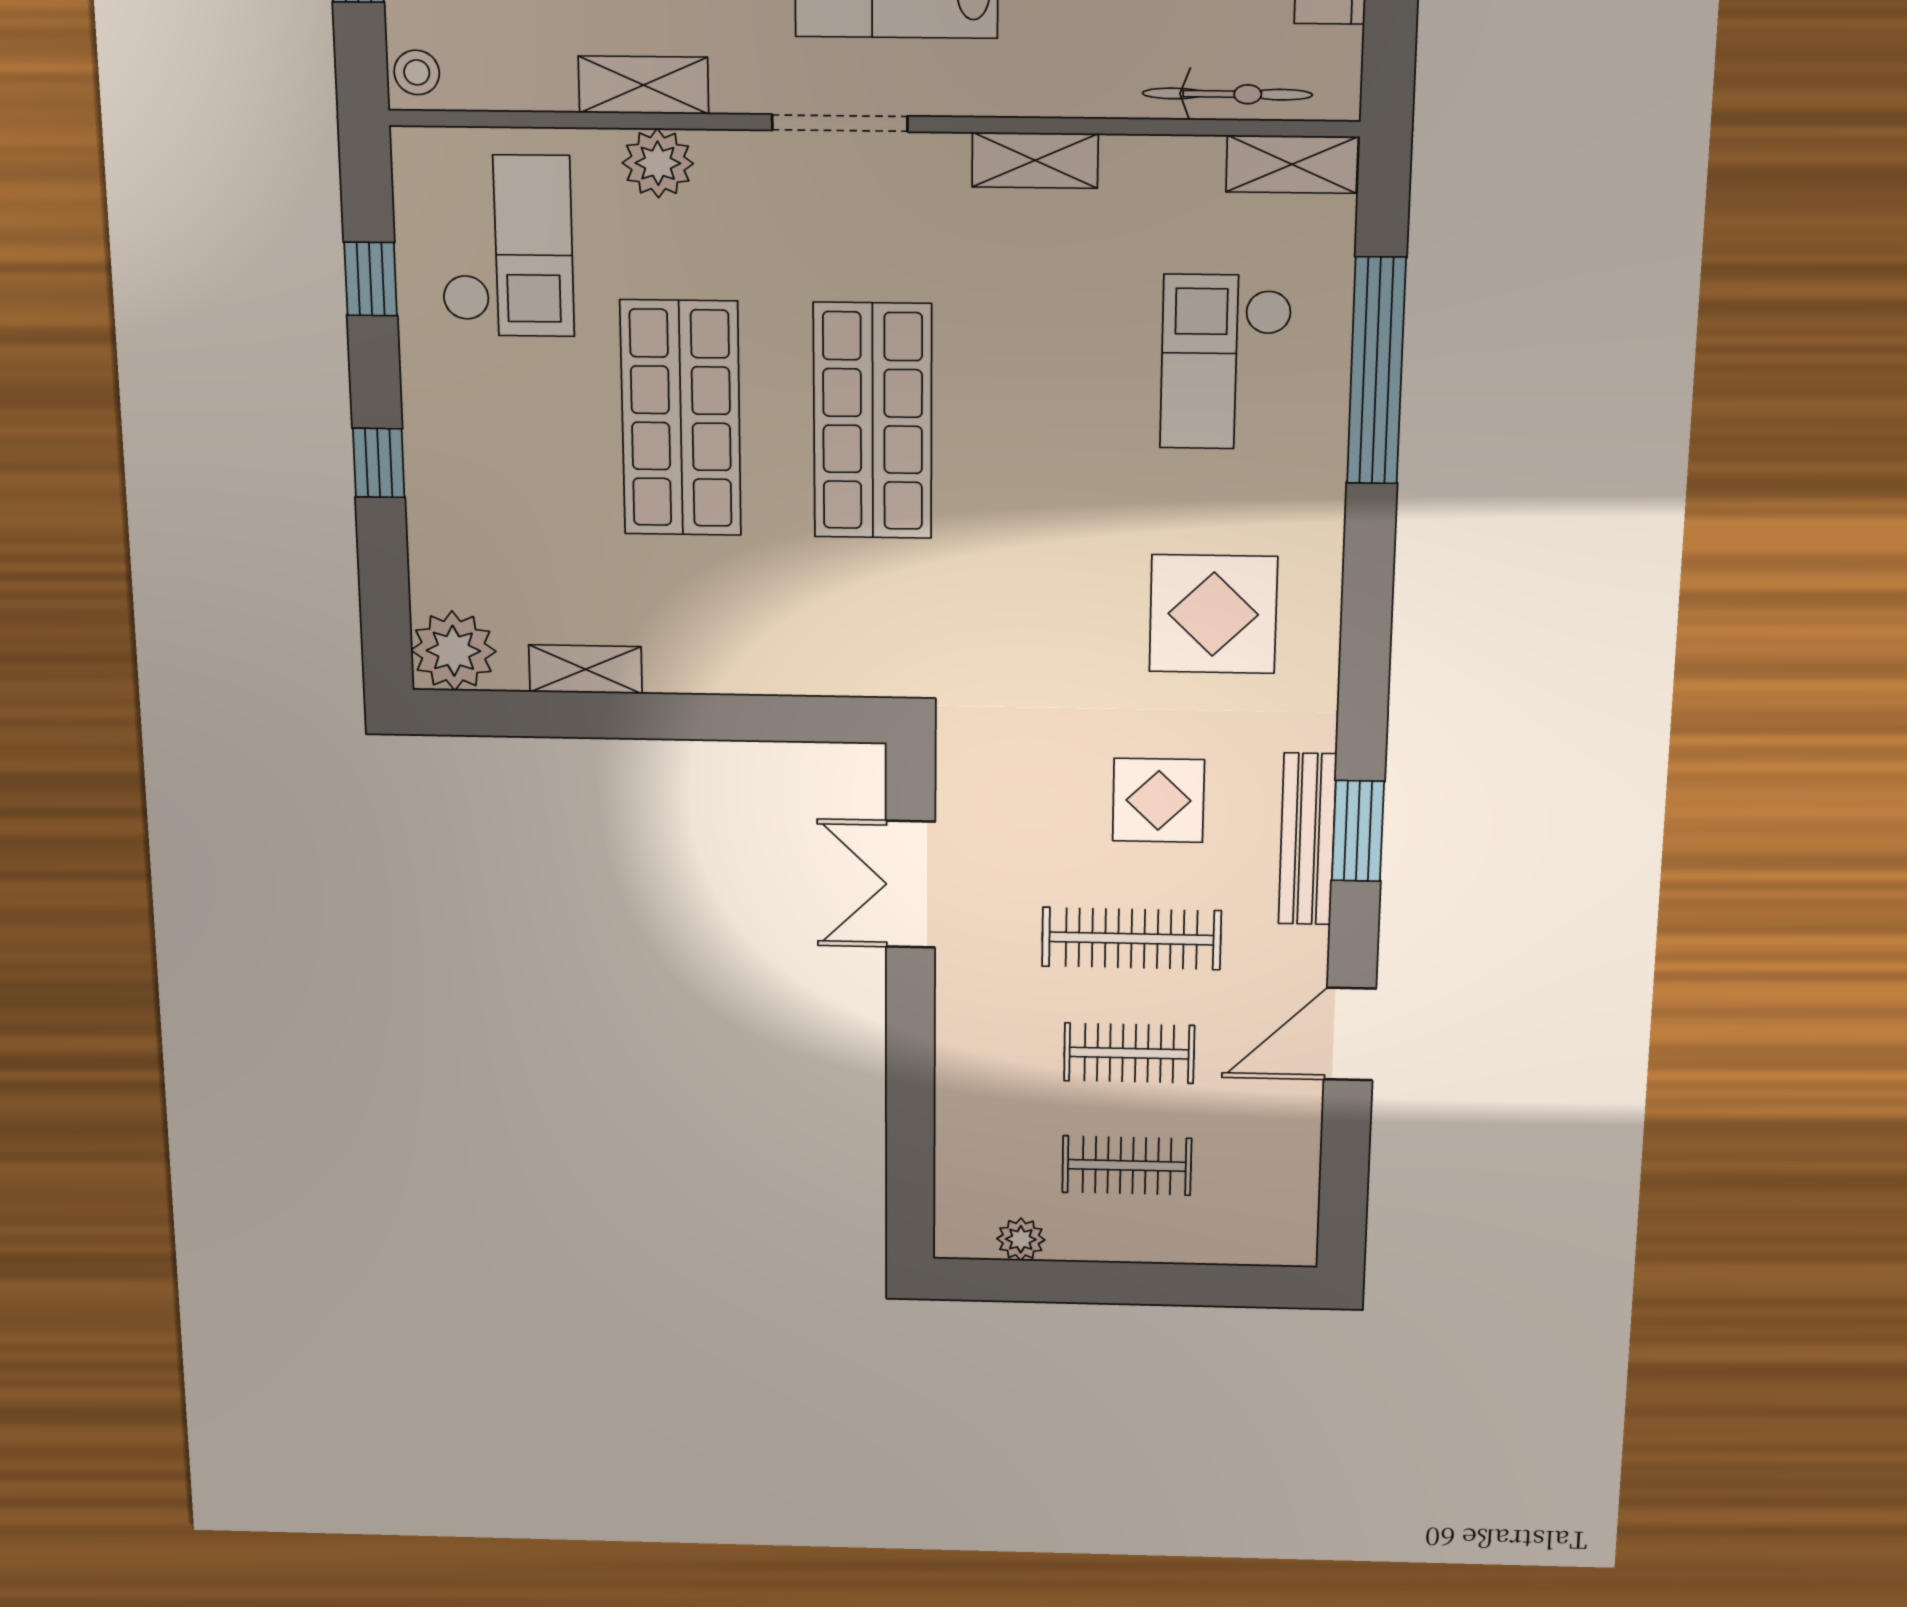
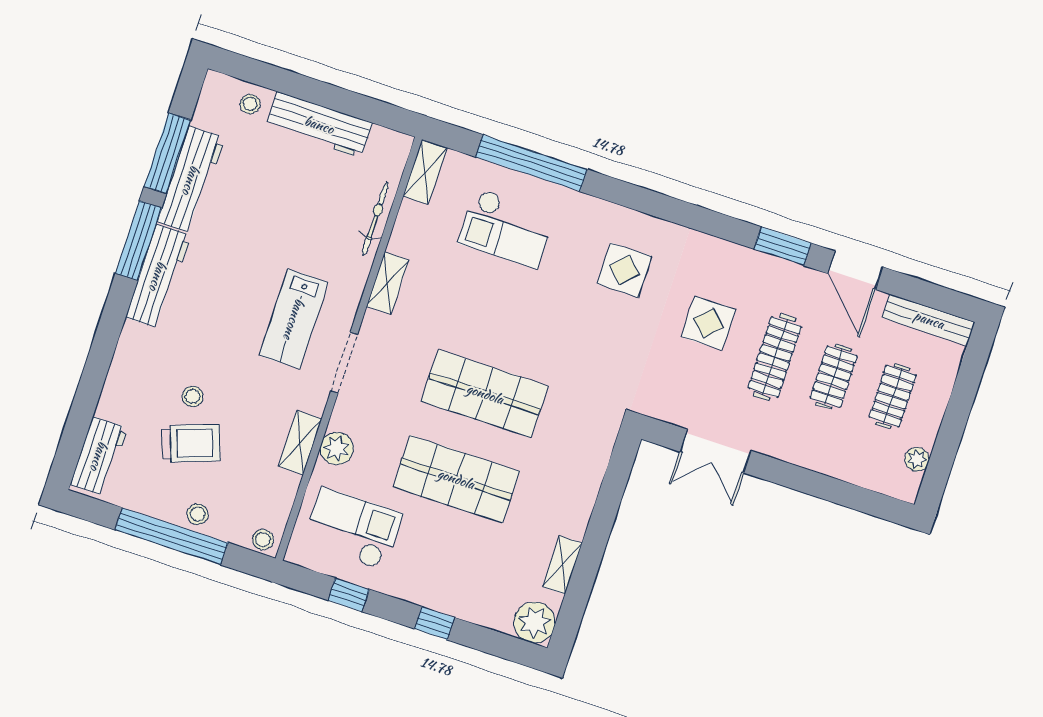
bicycle: (1227, 94) -> (375, 219), moved
display table: (1213, 614) -> (624, 270), width x0.73, depth x0.73
window: (1358, 831) -> (783, 246), moved
bench: (1307, 839) -> (929, 320), moved

